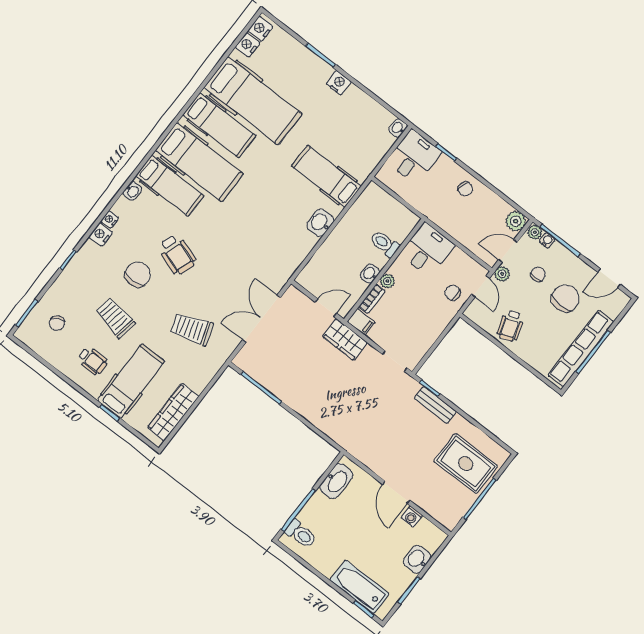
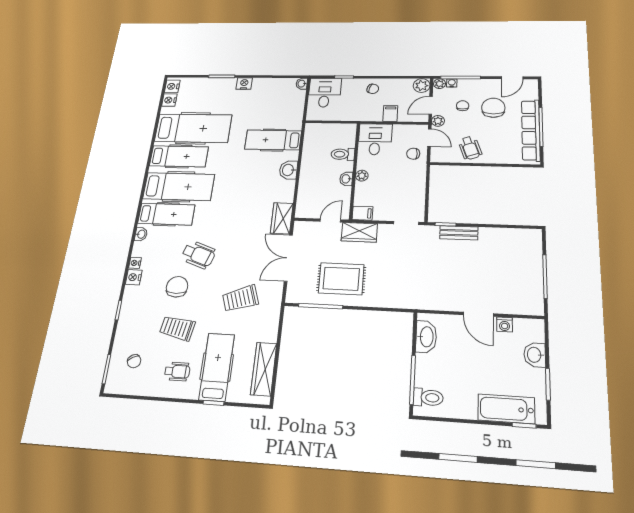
filing cabinet: (462, 231) -> (390, 113), added
wardrobe: (281, 272) -> (282, 218), added
bookcase: (372, 299) -> (359, 194), removed
rug: (466, 464) -> (341, 279), moved

